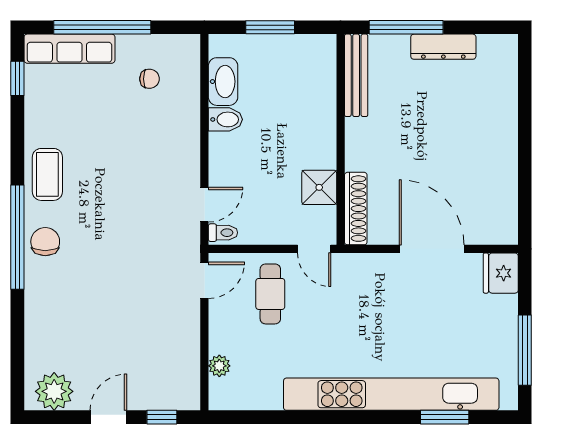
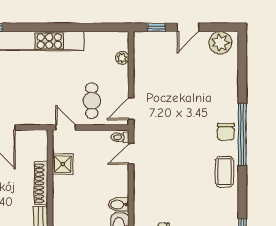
shoe rack: (356, 209) -> (41, 183), moved

